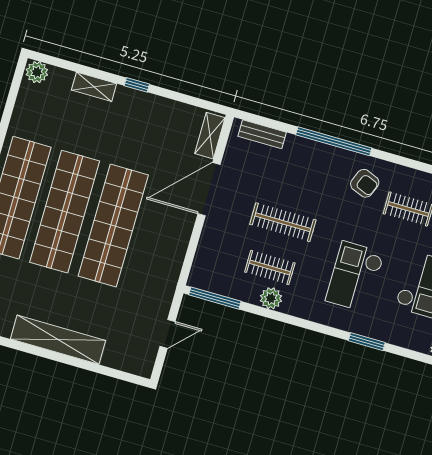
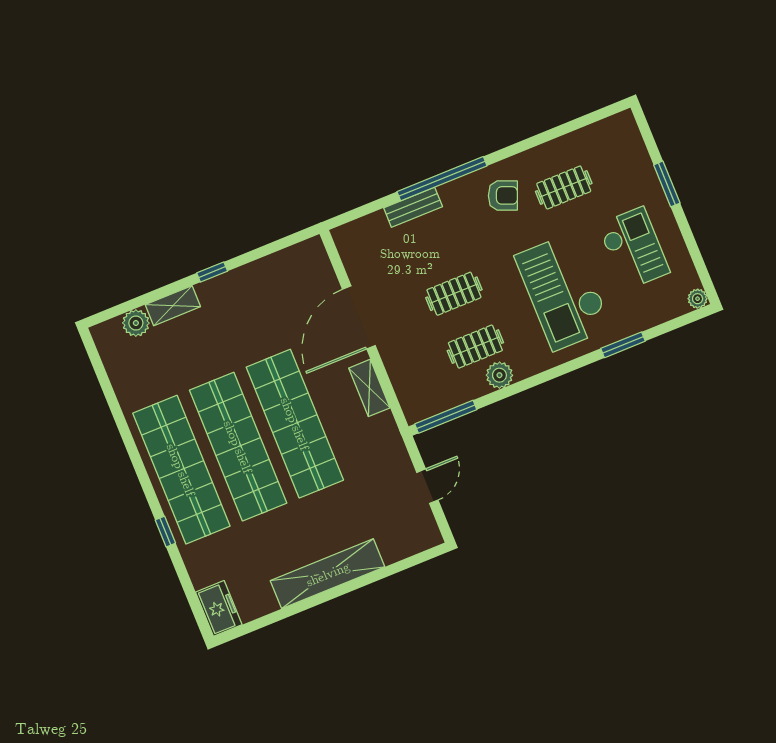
plant: (37, 72) -> (136, 323), moved
bench: (262, 134) -> (413, 207), moved
shelving: (210, 136) -> (369, 388), moved
clothes rail: (283, 222) -> (454, 294), width x0.73
checkout: (355, 277) -> (563, 292), width x1.36, depth x1.21

